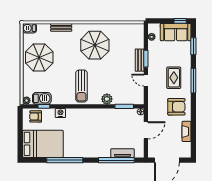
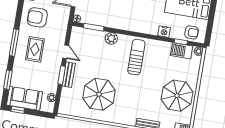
parasol: (95, 45) -> (99, 94), moved

